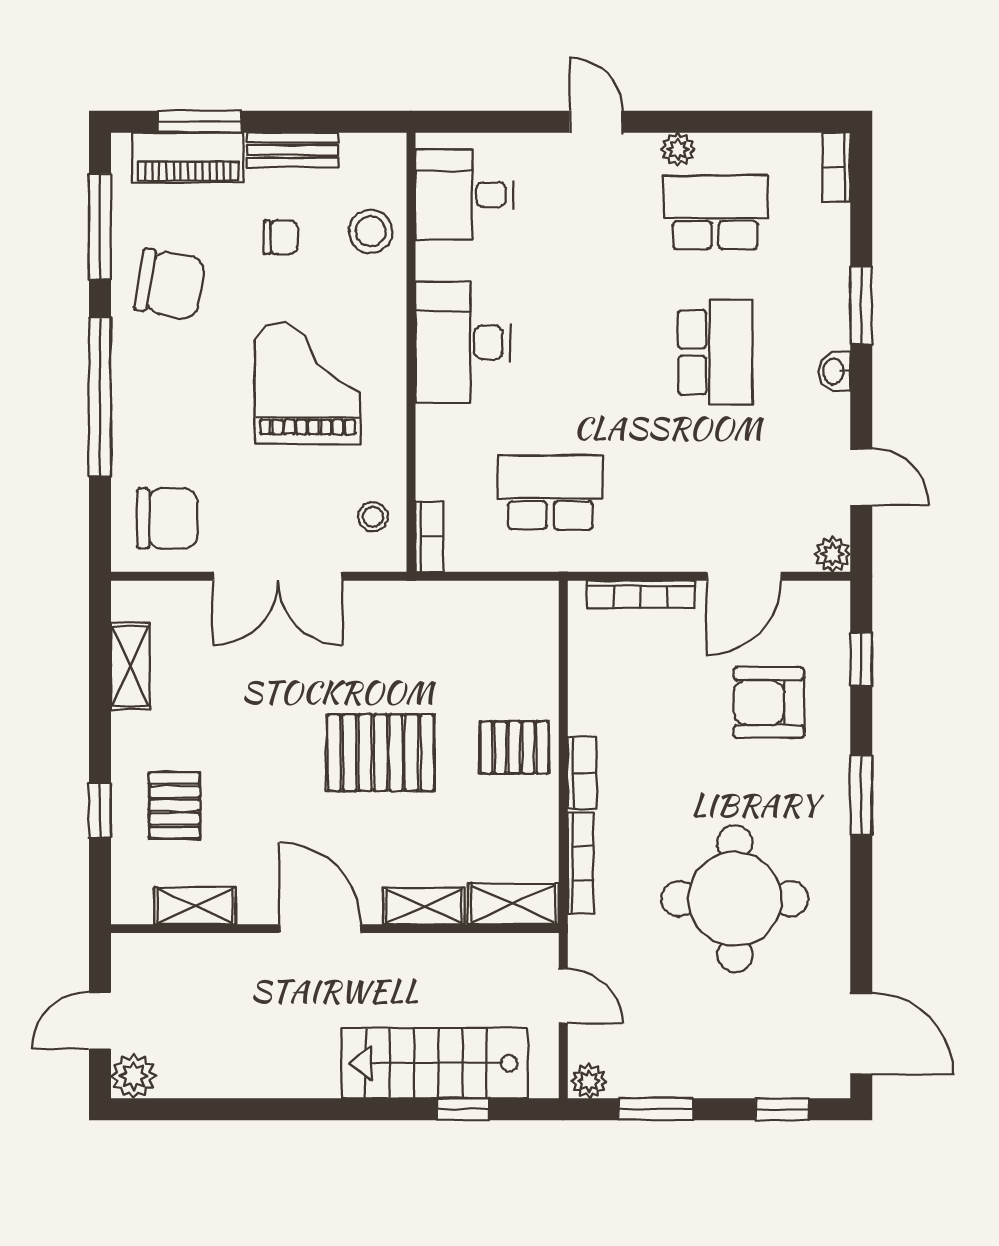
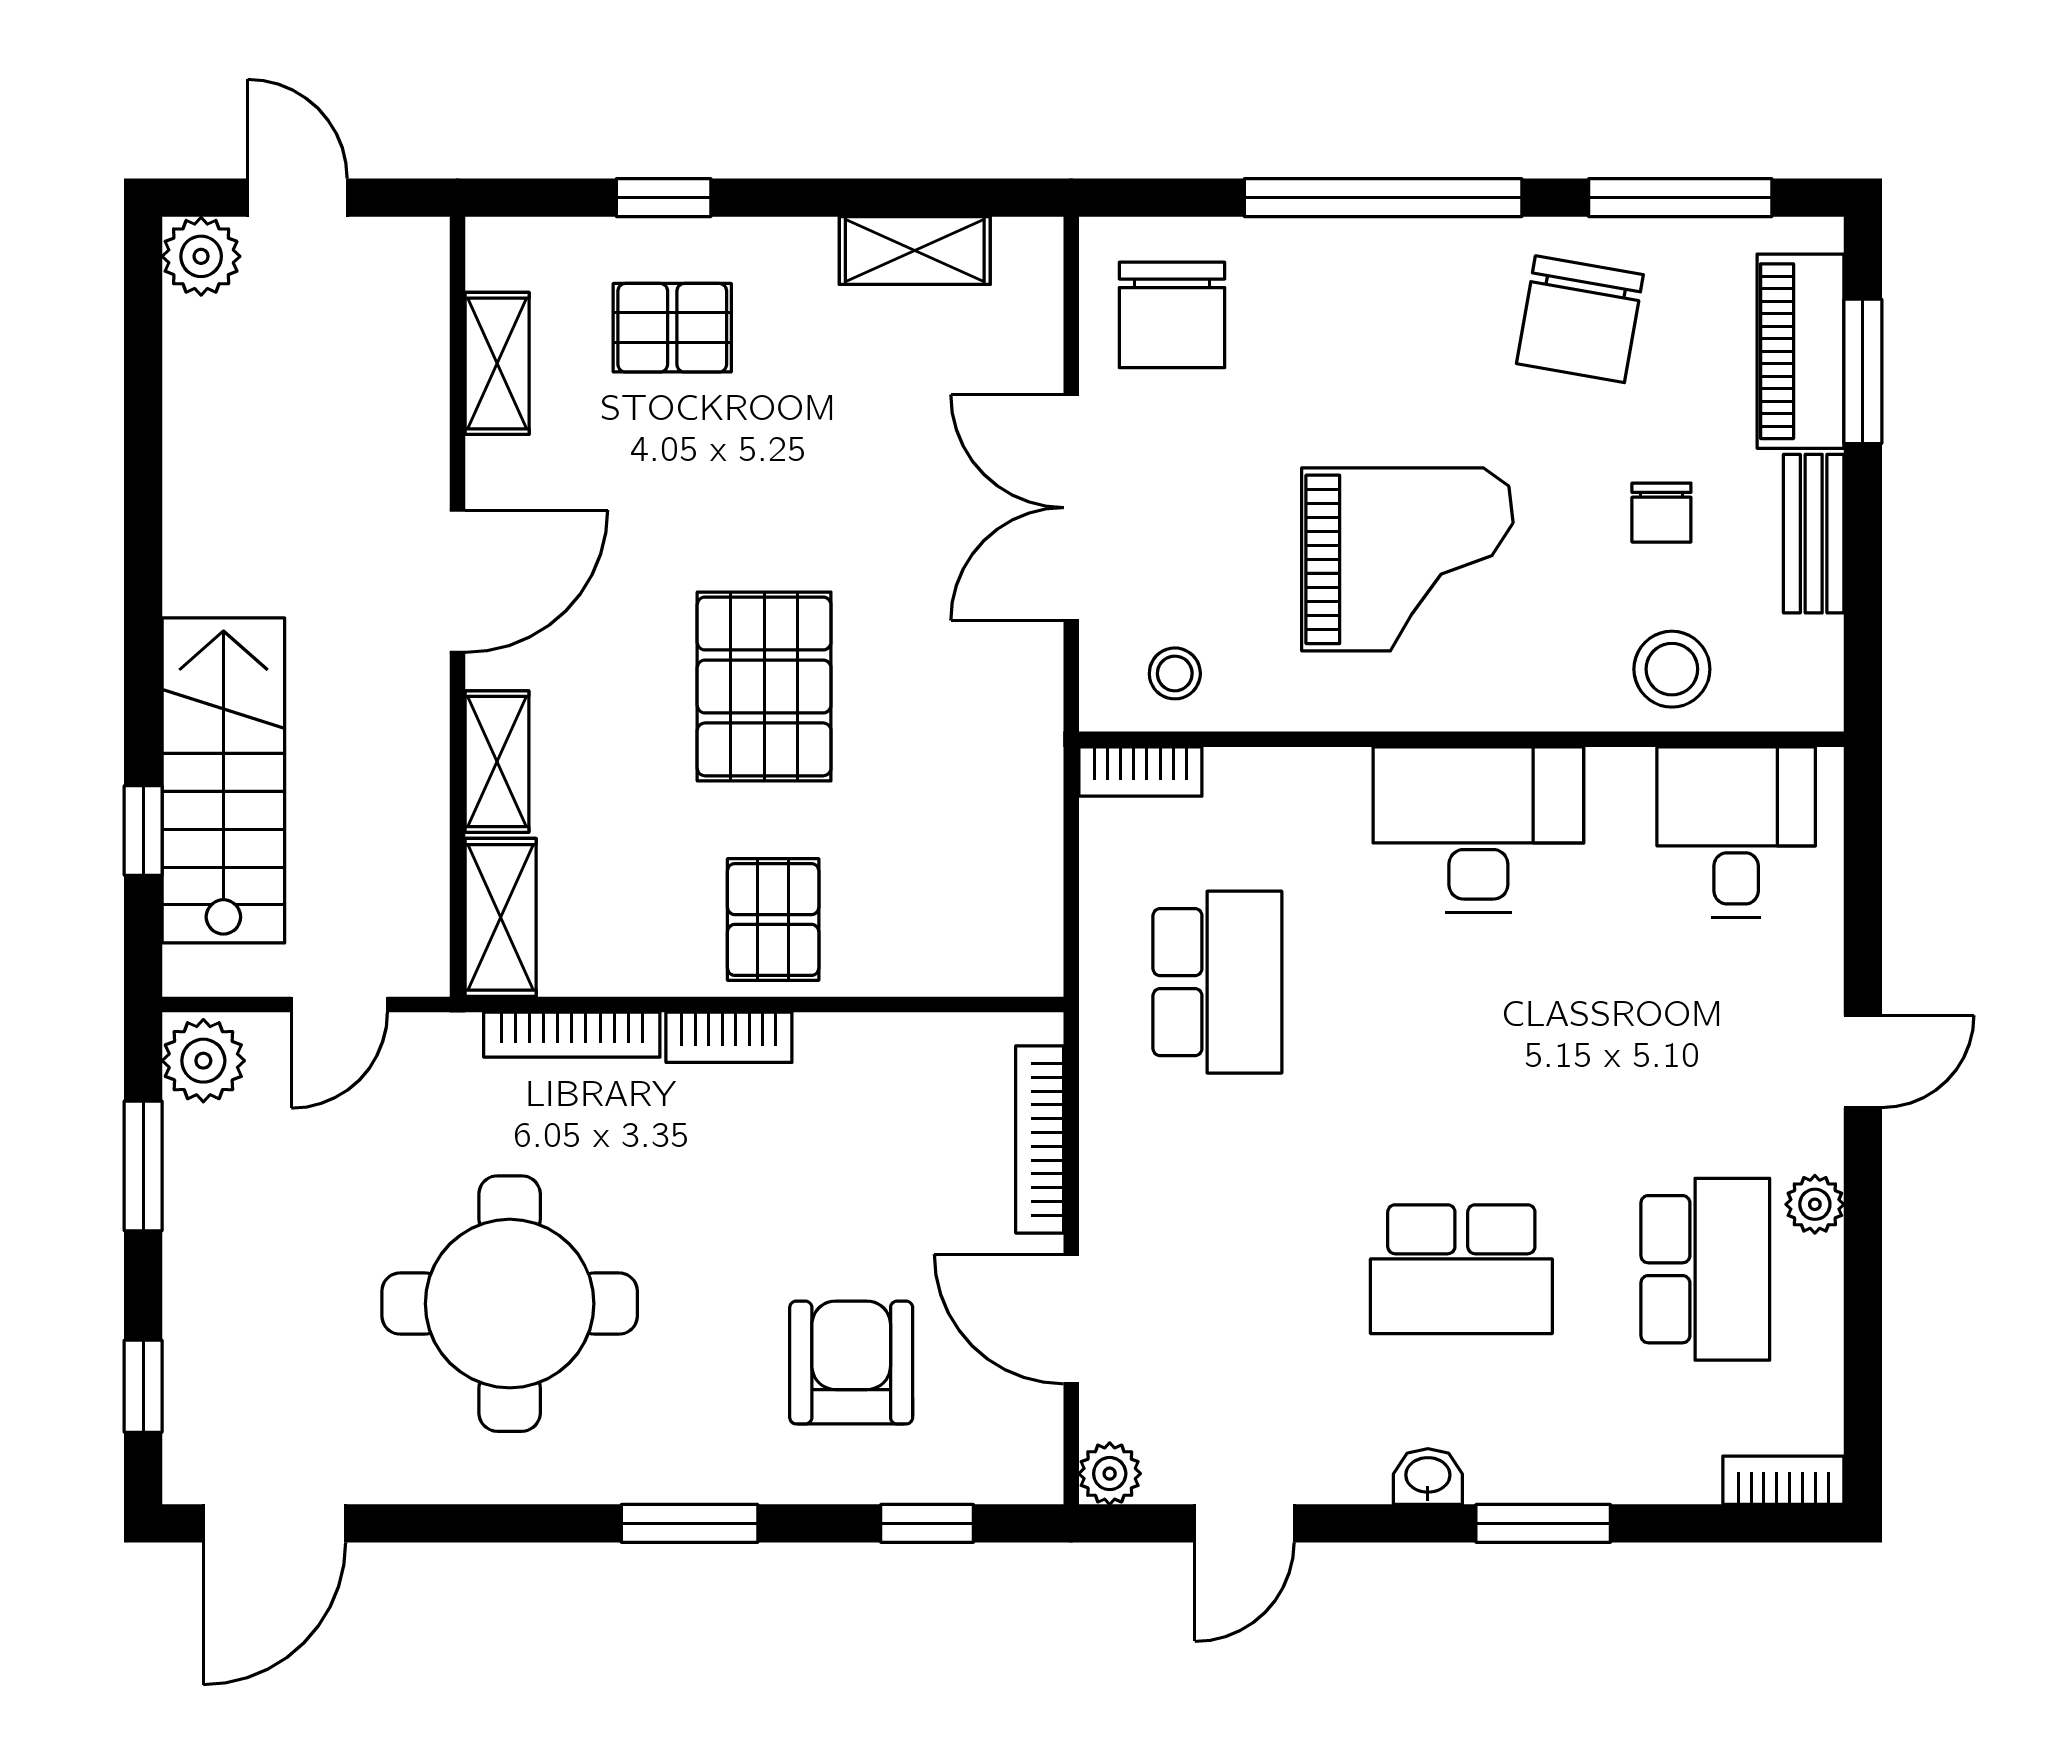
plant: (589, 1081) -> (203, 1061), width x1.38, depth x1.38

